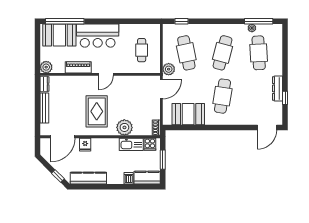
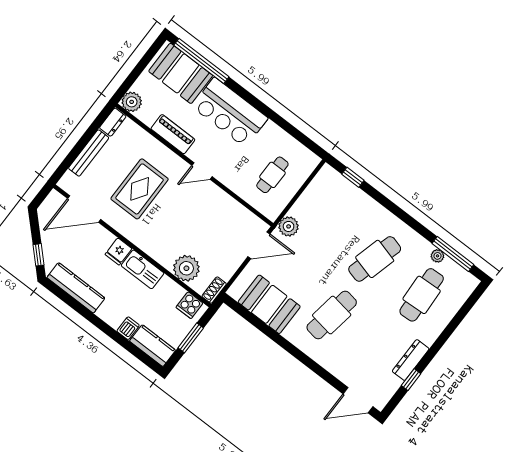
cafe table: (186, 53) -> (328, 223), removed
rug: (97, 111) -> (140, 189), moved
plant: (124, 127) -> (186, 268), moved
kitchen sink: (131, 144) -> (143, 269), moved
fridge: (85, 145) -> (119, 251), moved

